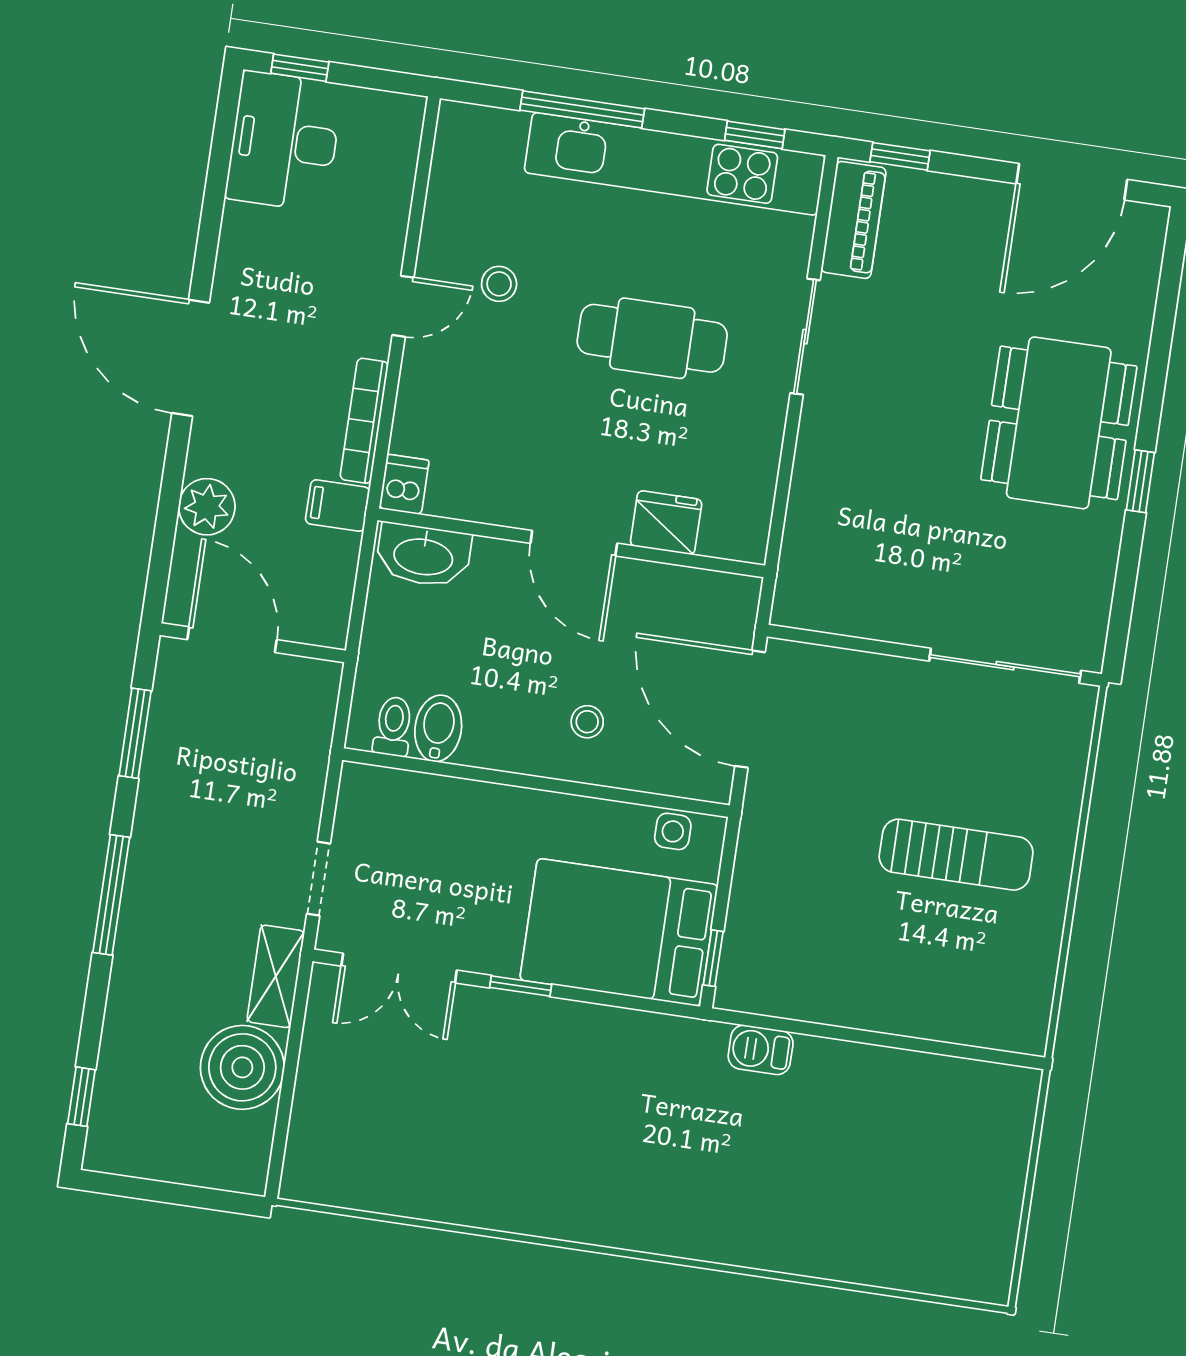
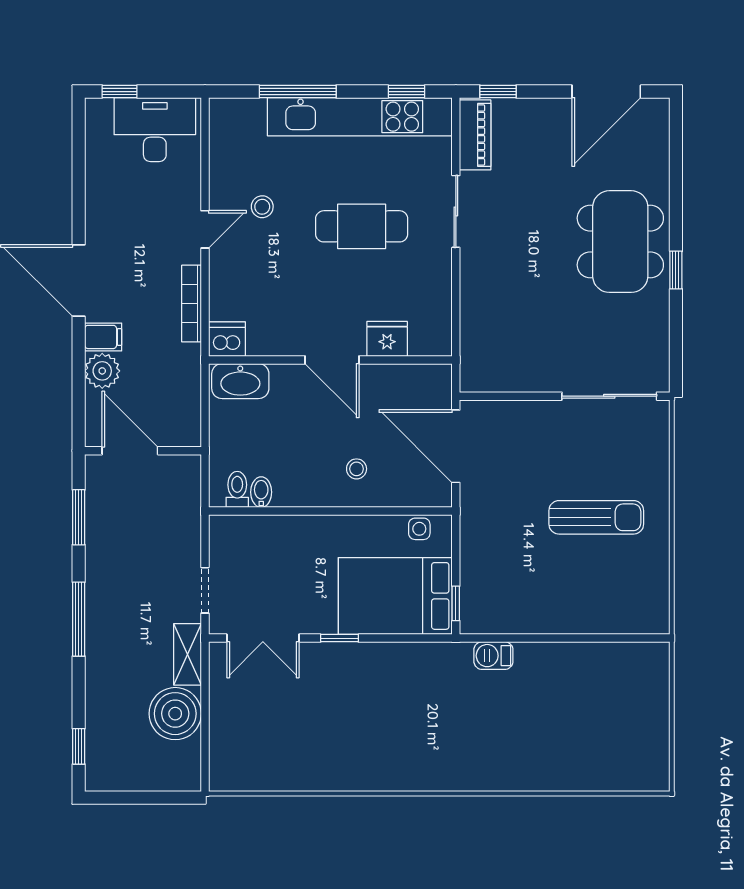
desk: (284, 141) -> (155, 130), moved, turned 90
dishwasher: (404, 484) -> (227, 339), width x1.38
filing cabinet: (338, 506) -> (103, 337), moved, turned 180
bidet: (438, 728) -> (261, 492), width x0.72, depth x0.74

